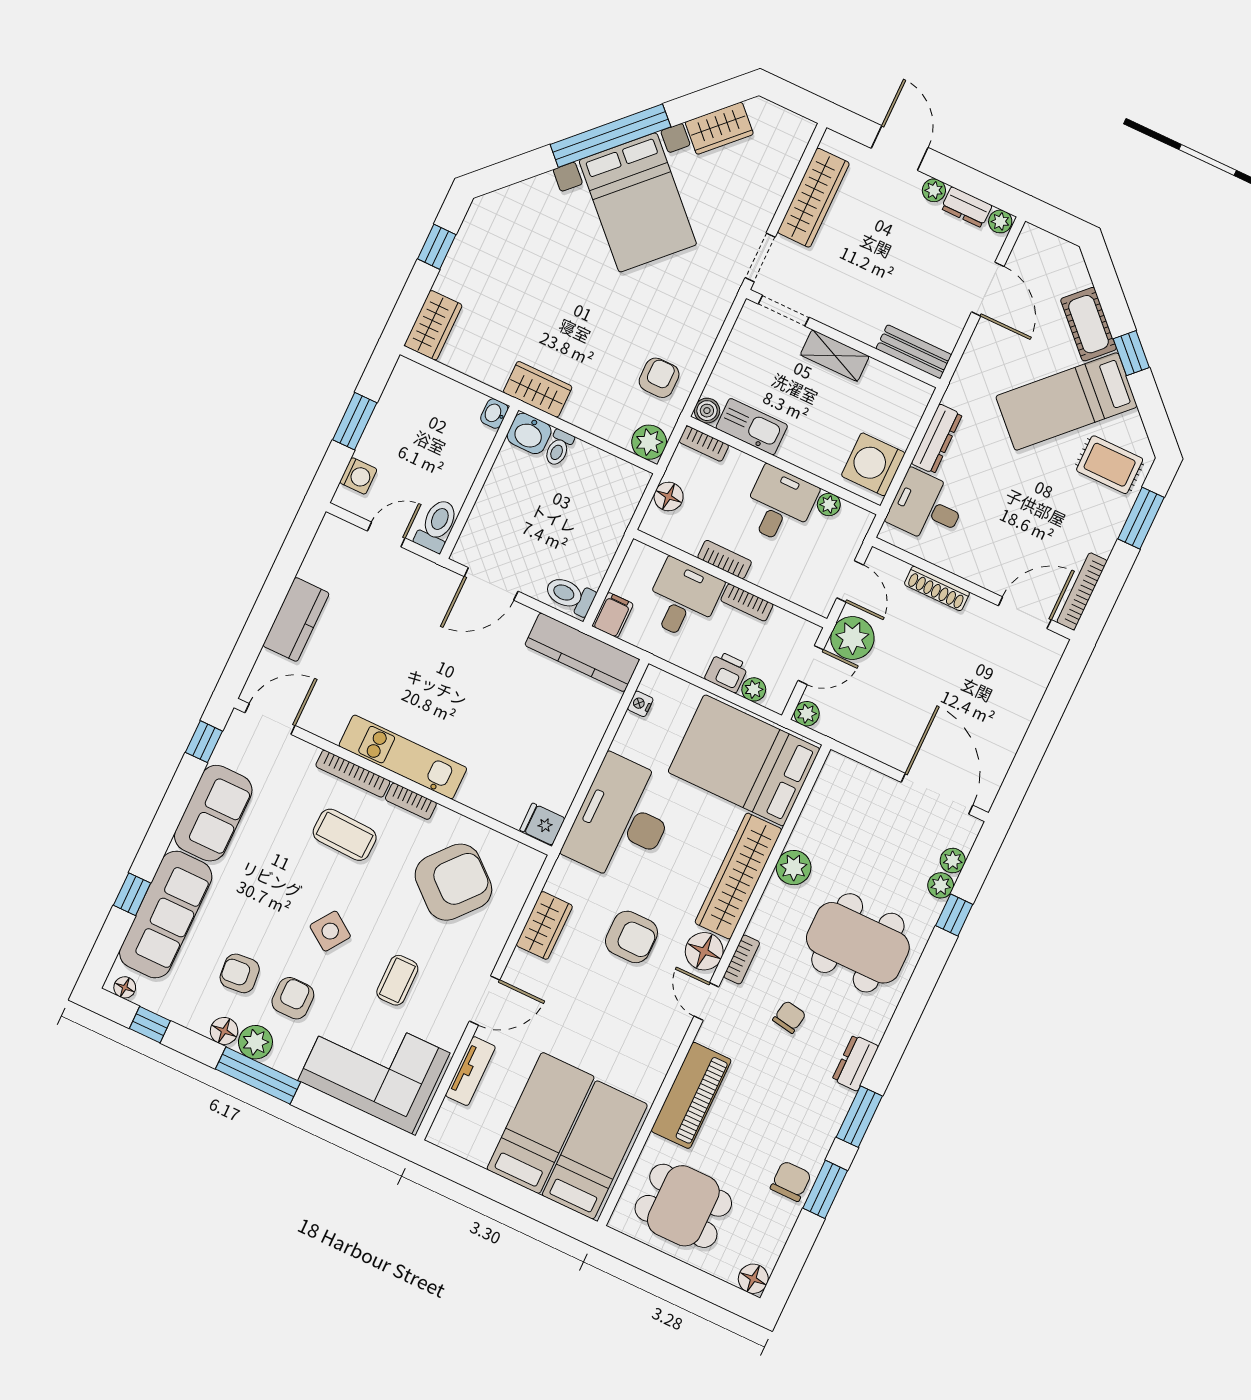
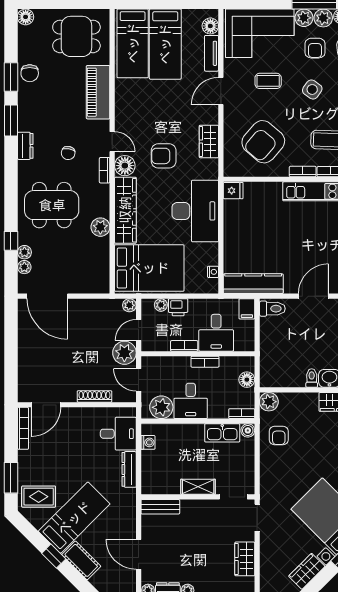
wardrobe: (813, 198) -> (245, 559), width x0.67
washing machine: (873, 464) -> (148, 442), width x0.53, depth x0.53
plant: (829, 504) -> (161, 407), width x1.88, depth x1.88
coffee table: (397, 980) -> (268, 81), turned 90
plant: (288, 1058) -> (304, 18), added
floor lamp: (451, 1118) -> (210, 26), added

